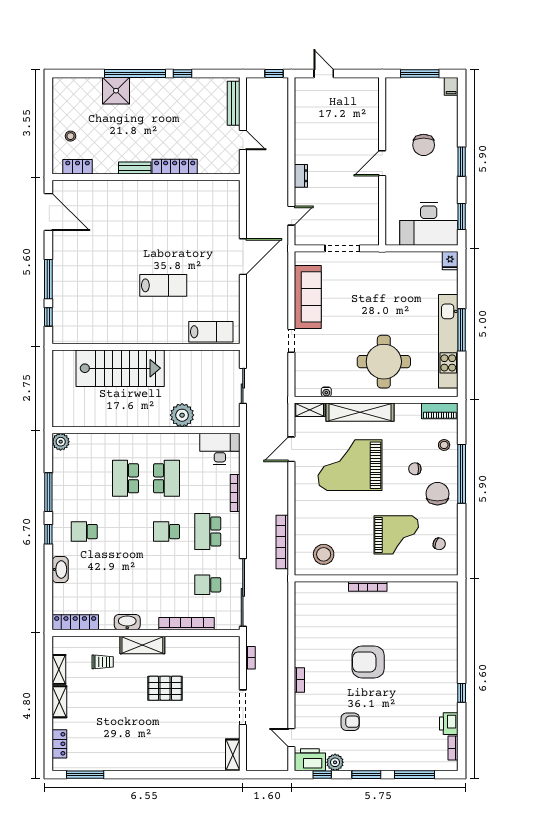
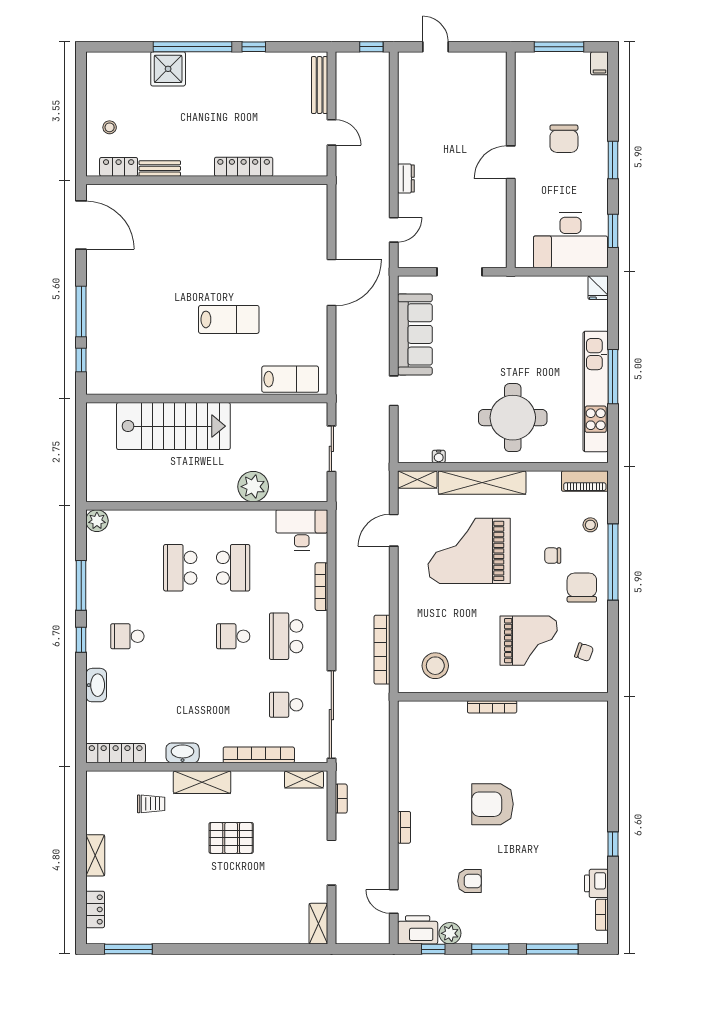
bench: (135, 168) -> (160, 168), moved
shelving: (59, 669) -> (304, 779), moved, turned 90

